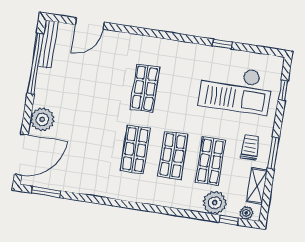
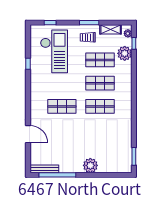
door: (90, 24) -> (28, 134), moved
door: (21, 154) -> (114, 175), removed

